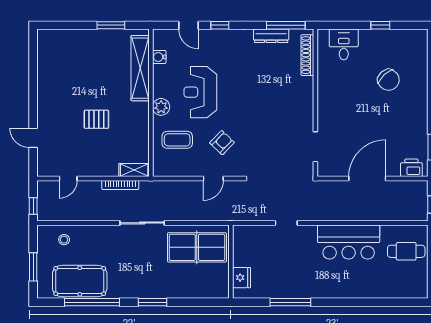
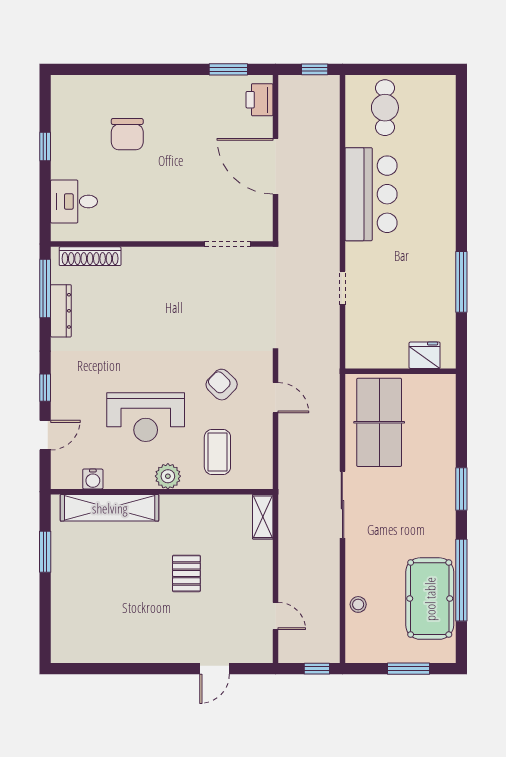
chair: (389, 80) -> (127, 134), turned 133
bookcase: (120, 185) -> (285, 538), removed
stool: (64, 240) -> (358, 604), moved

